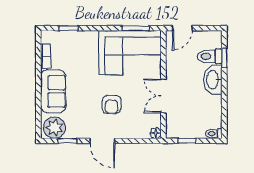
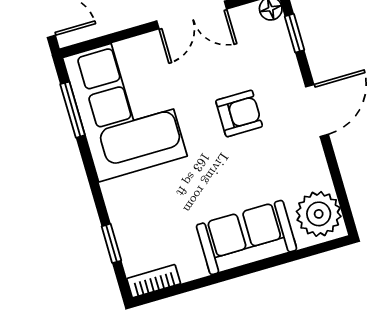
bookcase: (46, 56) -> (154, 281), moved
window: (67, 141) -> (295, 33), moved

